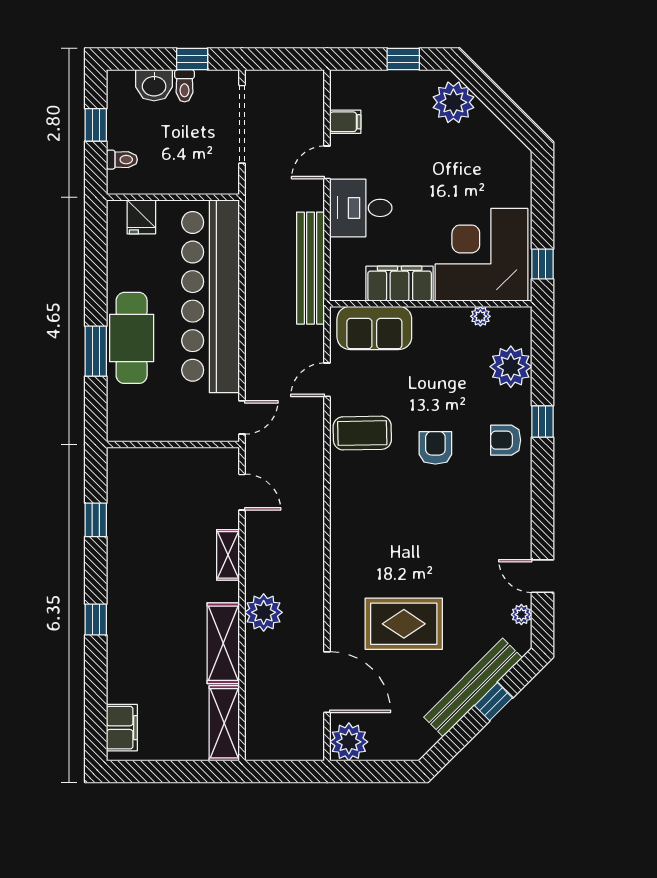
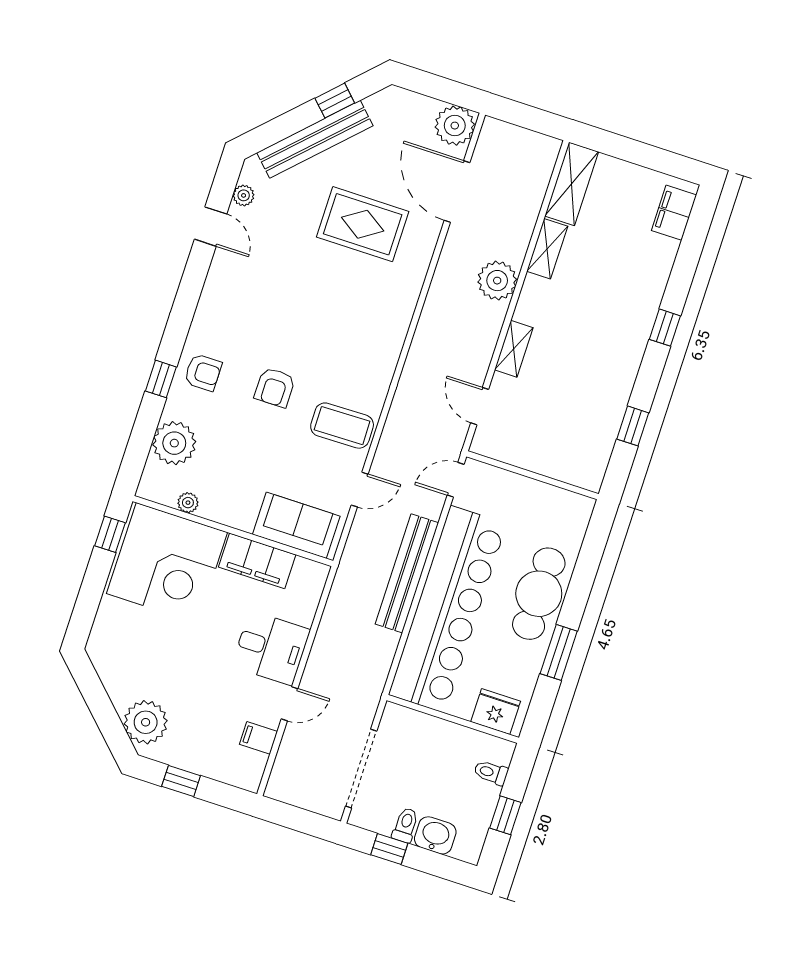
fridge: (141, 217) -> (496, 712), width x1.38
bench: (310, 268) -> (407, 573), moved
window: (96, 351) -> (559, 652), moved
shelving: (223, 643) -> (547, 249), width x0.67, depth x0.75
window: (493, 702) -> (335, 101), moved

